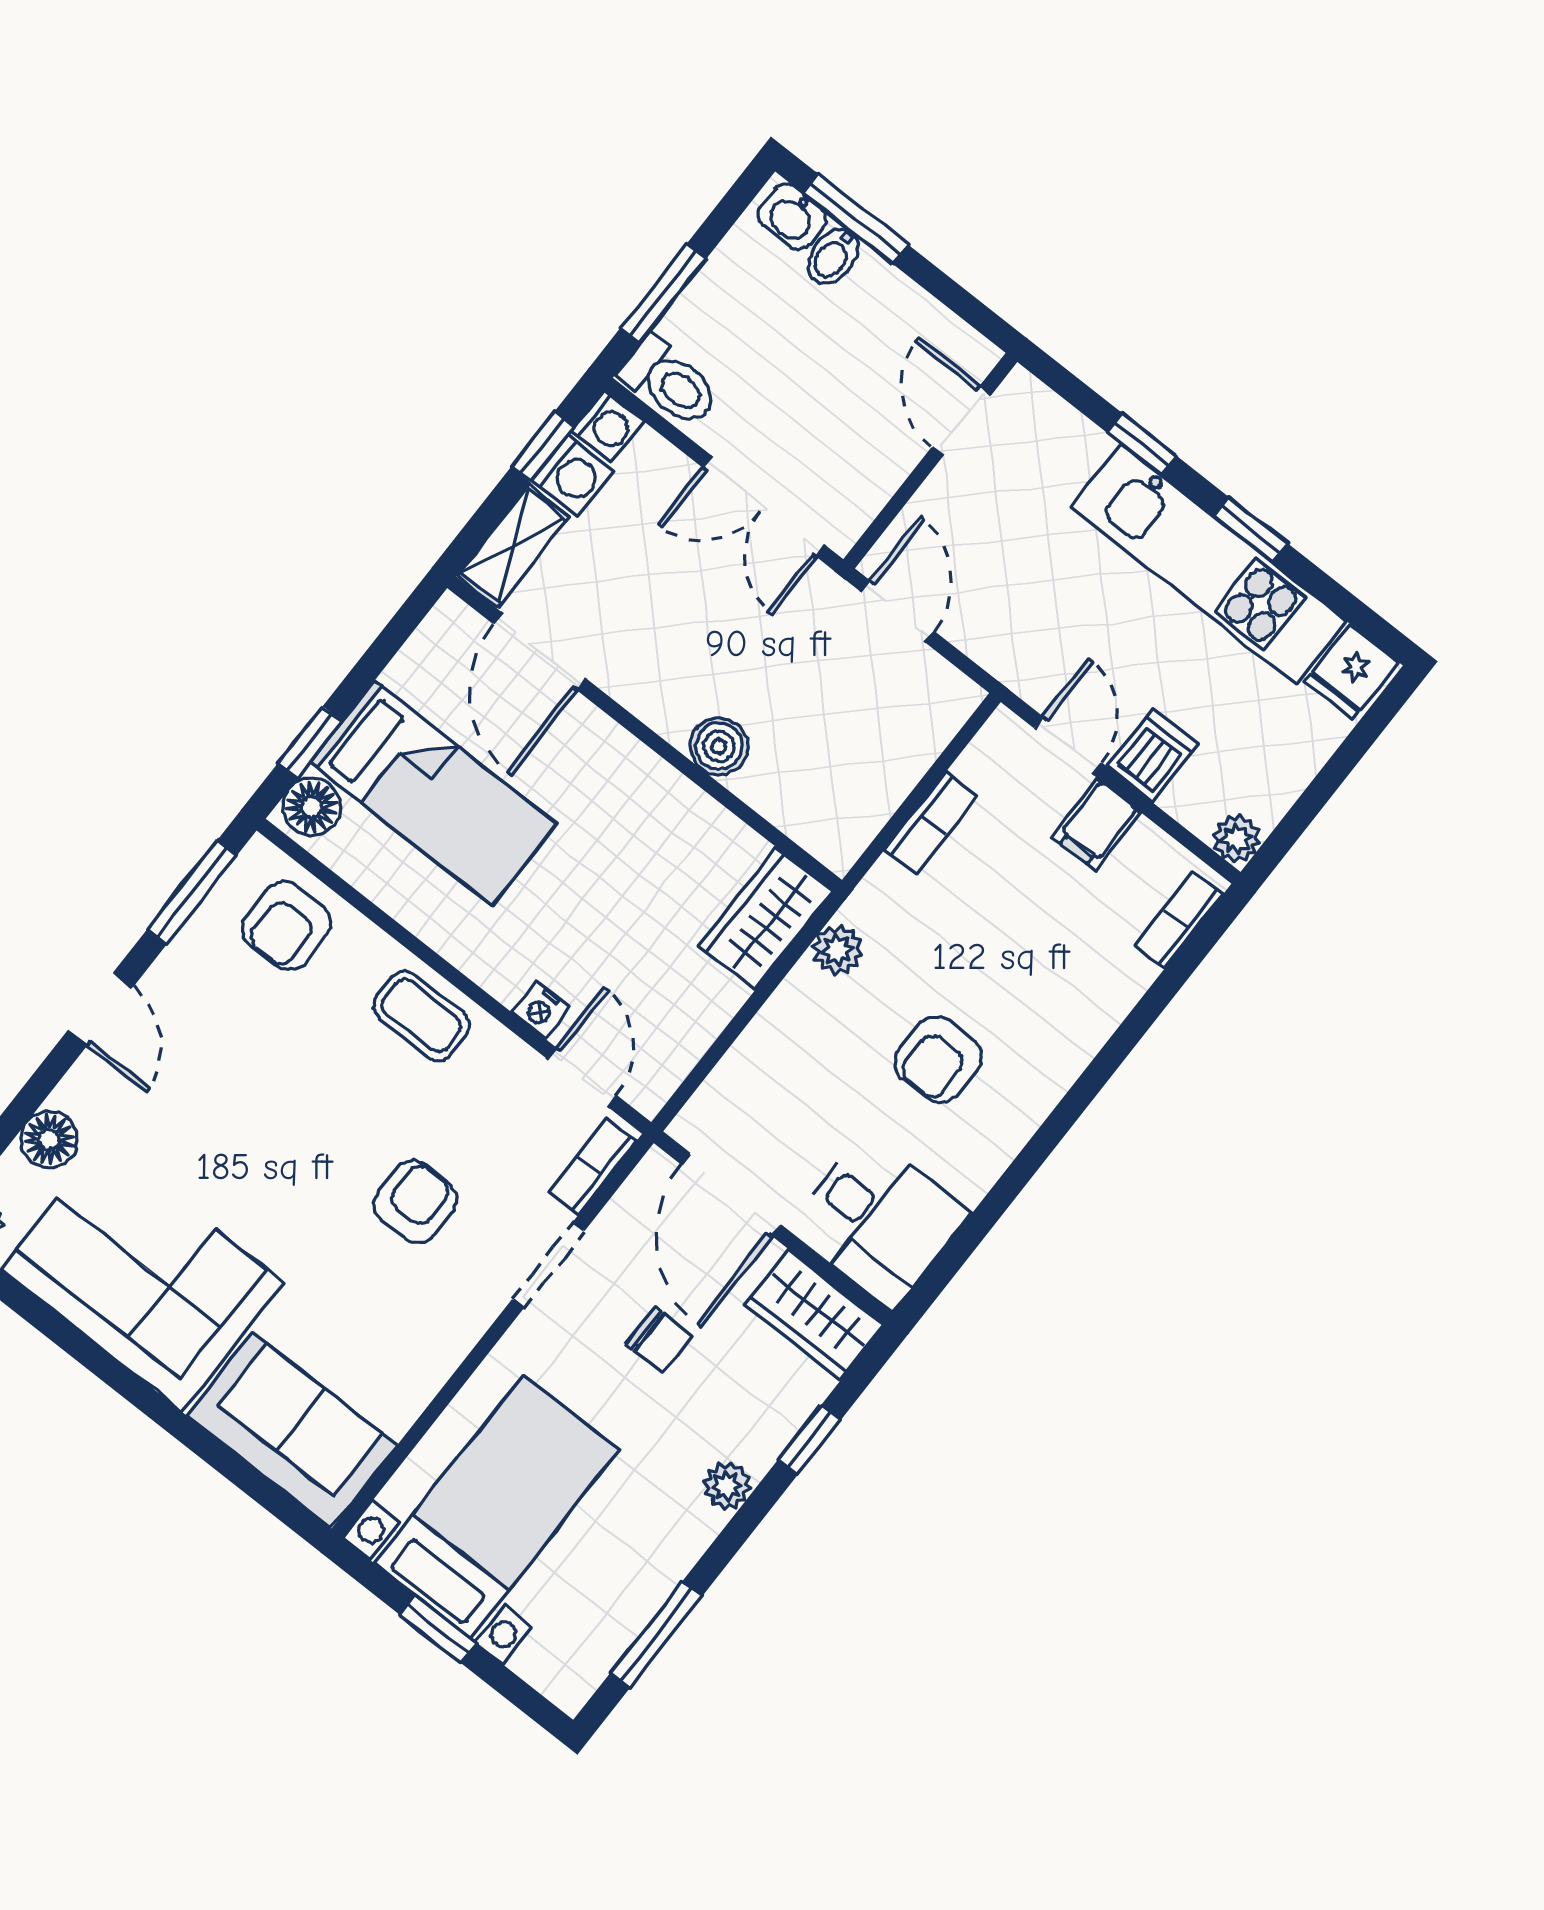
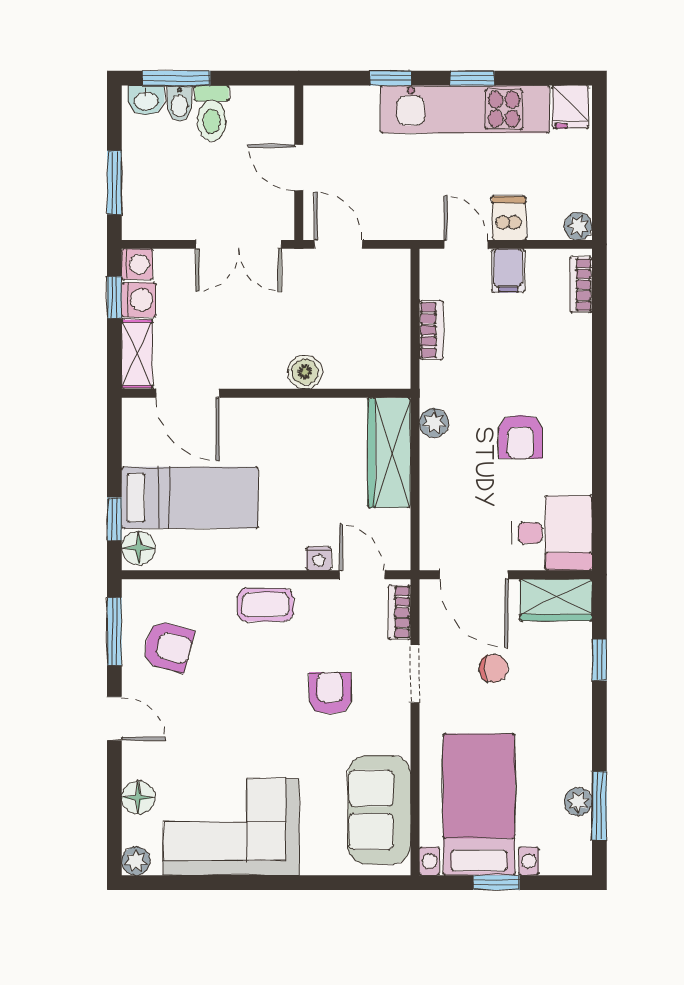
toilet: (670, 382) -> (212, 113), moved, turned 90
door: (961, 421) -> (299, 168), moved
wardrobe: (766, 918) -> (389, 453), width x1.50
armchair: (286, 926) -> (168, 647), moved, turned -75
sofa: (292, 1430) -> (379, 810), moved, turned -90
plant: (727, 1486) -> (578, 802), moved

